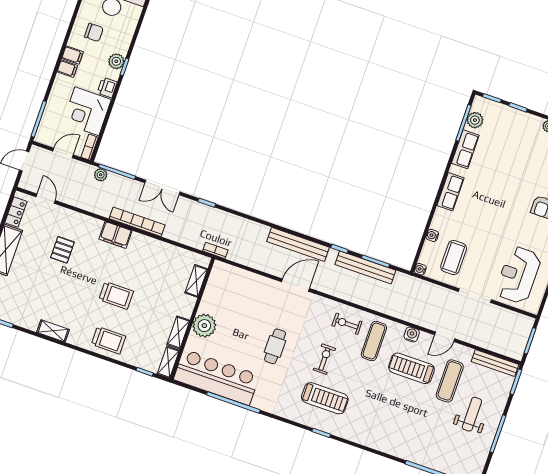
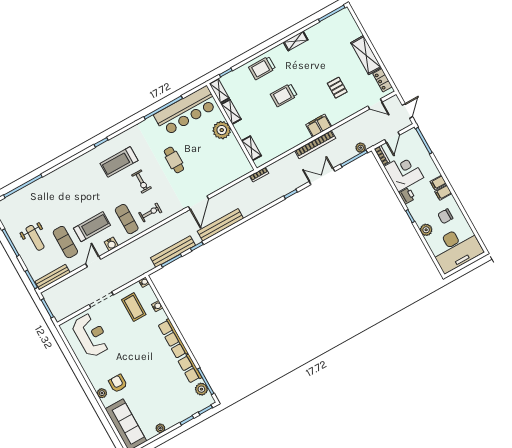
plant: (116, 61) -> (426, 230), moved
row of seats: (450, 192) -> (173, 339), width x1.48

